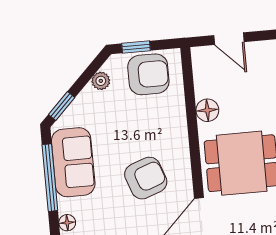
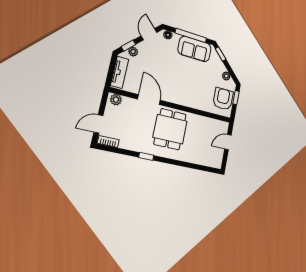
armchair: (148, 74) -> (223, 99), turned 180
floor lamp: (207, 110) -> (199, 121), removed
armchair: (146, 178) -> (177, 80), removed

